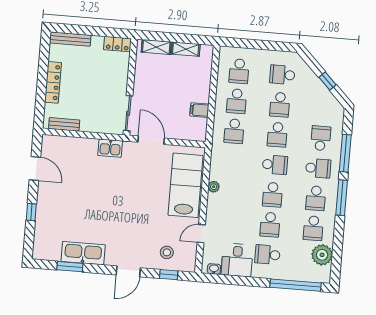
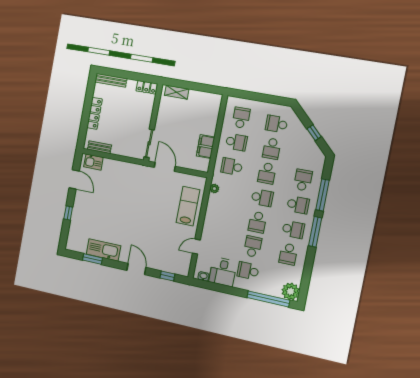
shelving: (186, 49) -> (200, 96), removed
school desk: (239, 71) -> (241, 118), turned 180
school desk: (237, 101) -> (236, 142), turned -90
filing cabinet: (199, 110) -> (206, 146), width x2.00
school desk: (234, 131) -> (232, 167), turned 90
kitchen sink: (110, 148) -> (93, 162), moved
lab bench: (185, 185) -> (188, 206), width x0.73, depth x0.72
plant: (214, 187) -> (214, 189), moved
school desk: (316, 198) -> (293, 229), turned -90
school desk: (270, 225) -> (253, 246), turned 180
stool: (167, 252) -> (168, 258), removed
plant: (322, 255) -> (290, 291), moved
door: (128, 271) -> (136, 269), swing flipped

